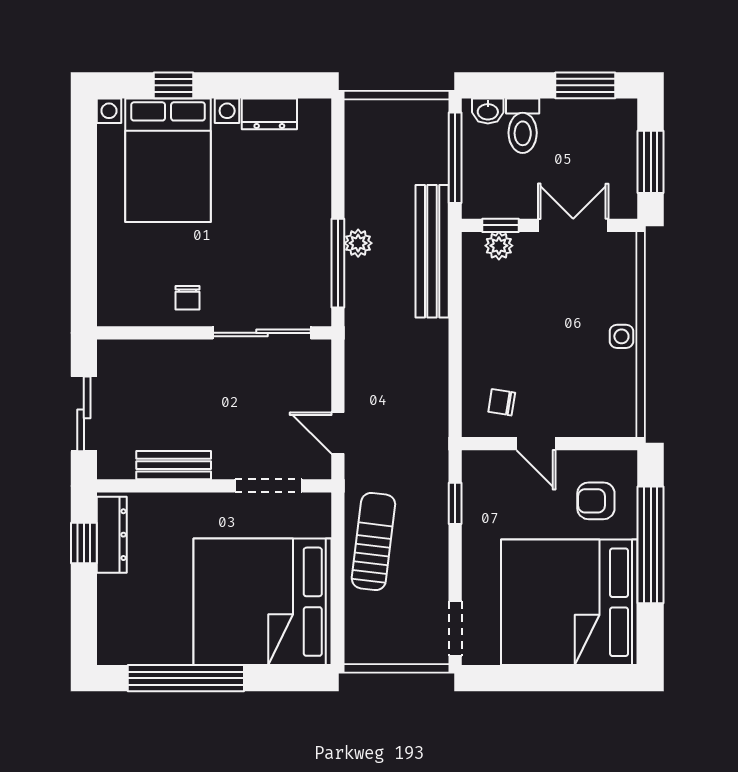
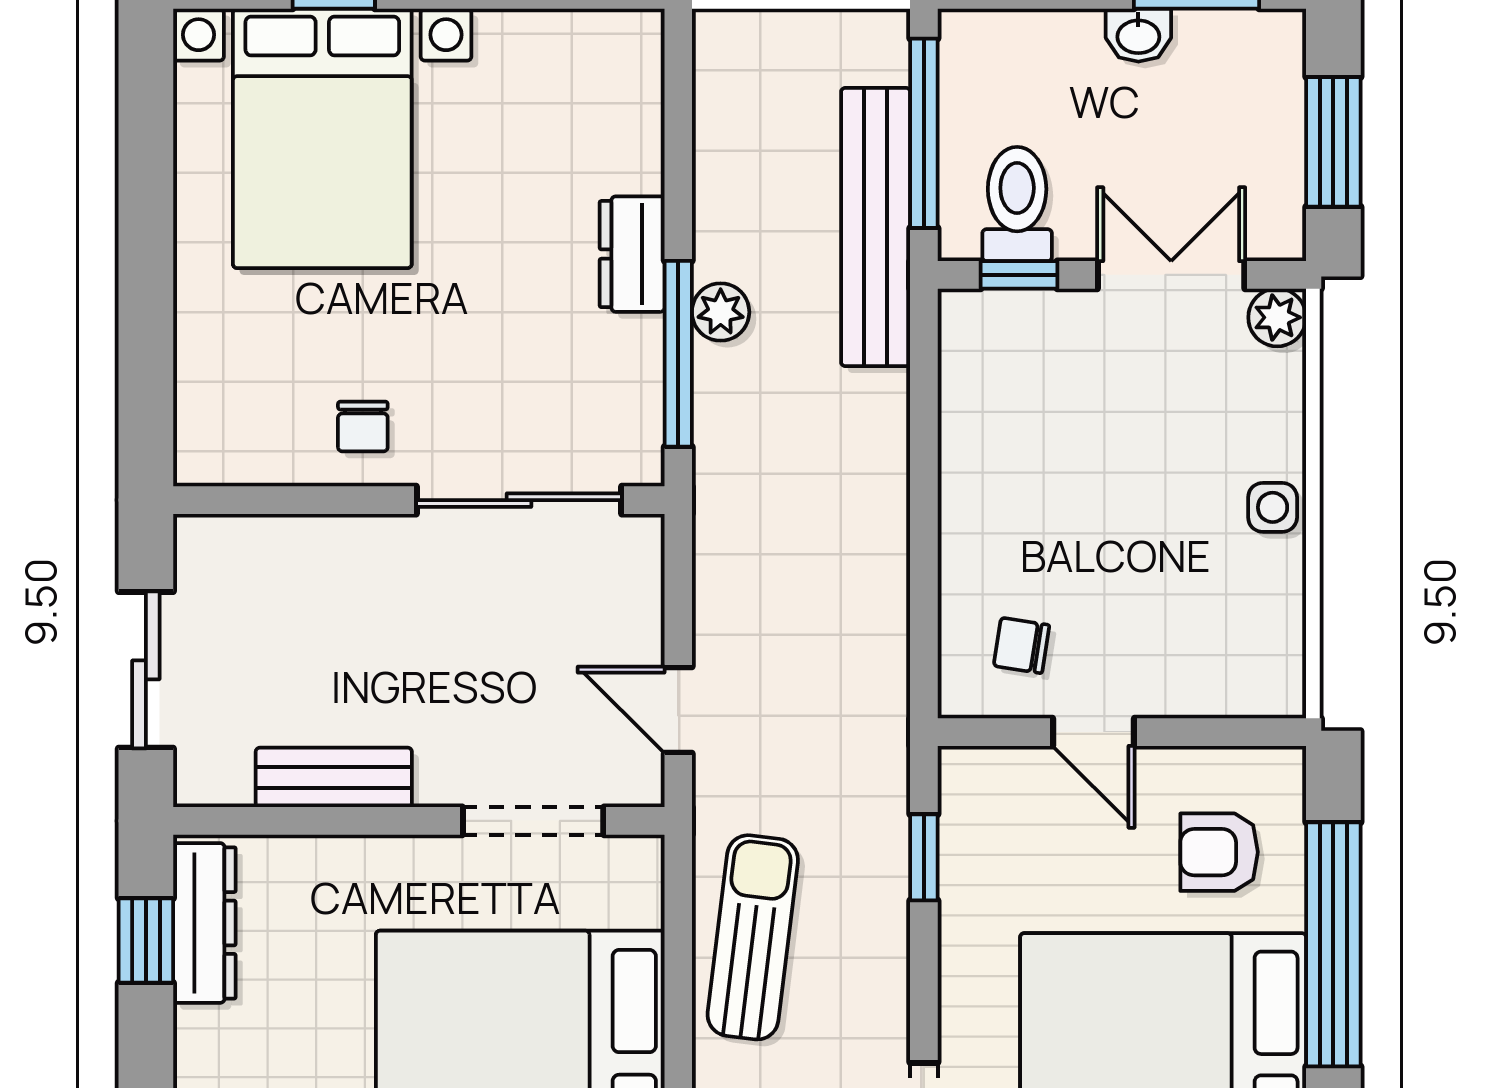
washbasin: (488, 111) -> (1138, 35), moved
dresser: (269, 114) -> (632, 254), moved, turned 90
toilet: (523, 126) -> (1017, 204), moved, turned 180
plant: (499, 246) -> (1277, 317), moved
bench: (432, 251) -> (876, 227), moved

